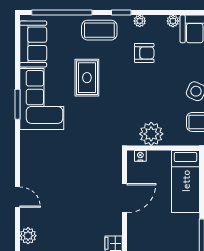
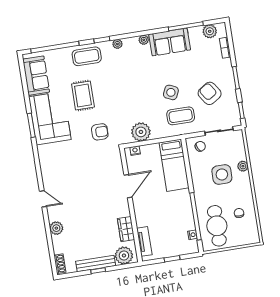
armchair: (144, 53) -> (100, 132), moved

